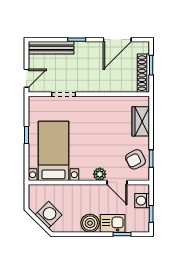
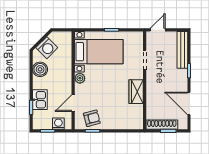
door: (27, 78) -> (158, 30), swing flipped
wardrobe: (141, 121) -> (136, 92), moved, turned -90
armchair: (135, 159) -> (92, 118), turned 102
plant: (100, 174) -> (80, 78), moved
boiler: (90, 223) -> (40, 69), moved

